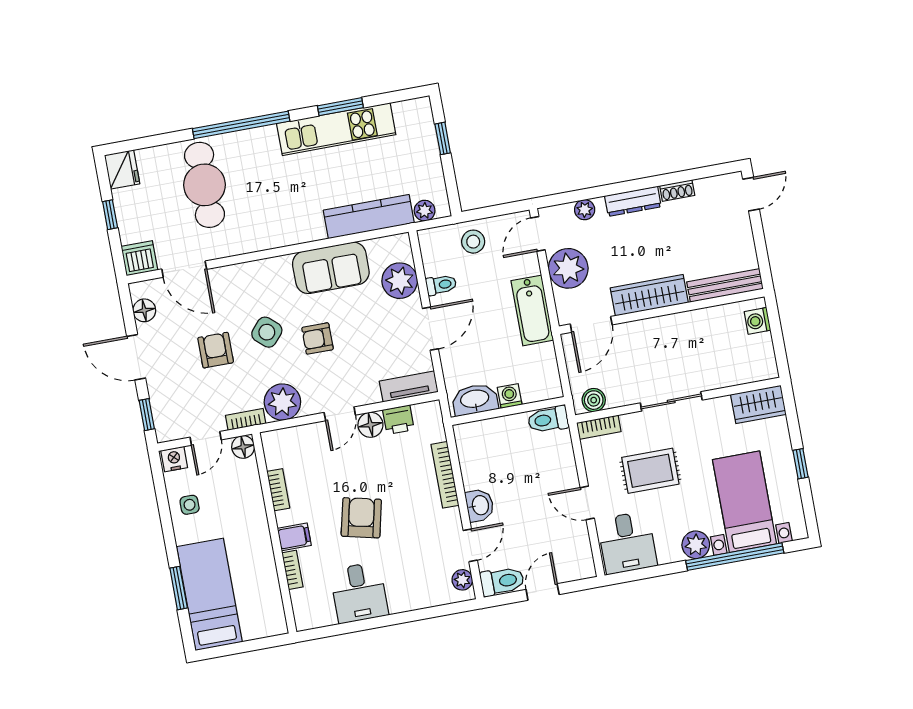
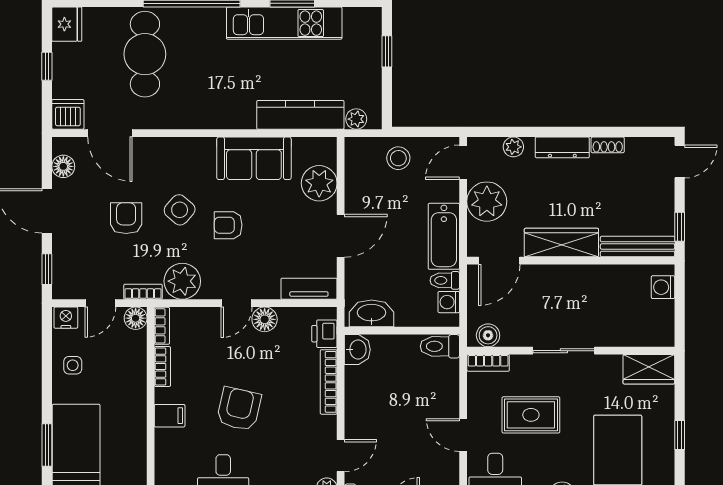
window: (763, 258) -> (680, 227), added
toilet: (441, 285) -> (445, 280), moved, turned 180
washing machine: (510, 396) -> (449, 302), moved, turned -90
printer: (398, 420) -> (324, 334), moved, turned 90
washbasin: (480, 505) -> (357, 350), moved
bookcase: (292, 570) -> (162, 326), moved

